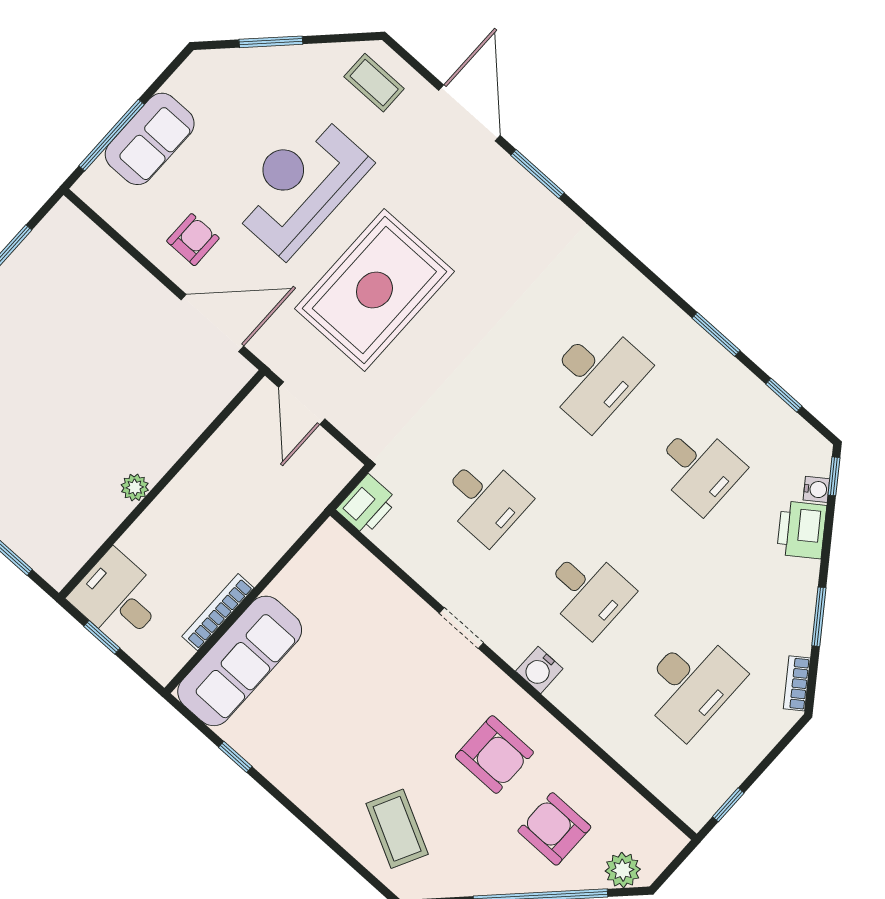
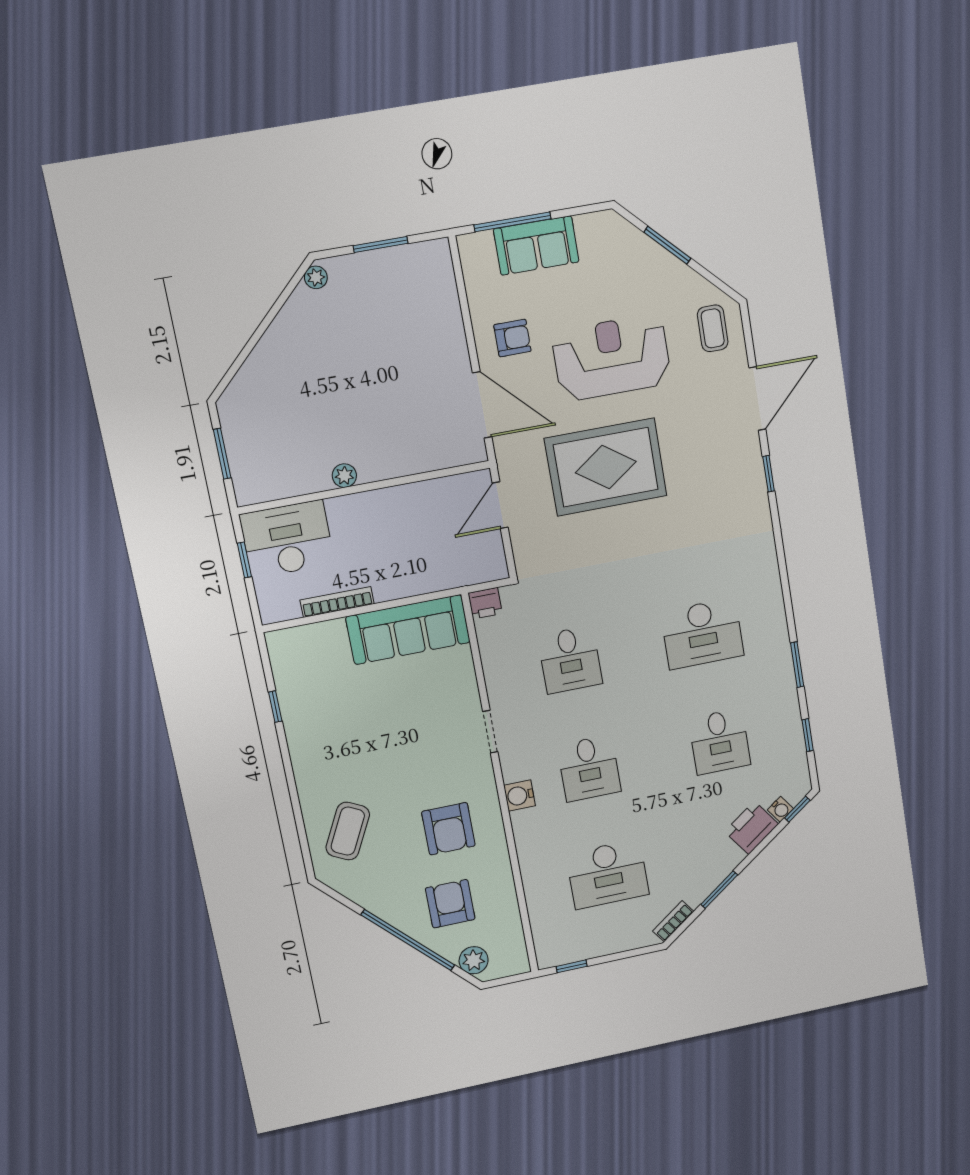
window: (538, 174) -> (769, 474), width x0.67
printer: (367, 505) -> (485, 603), width x0.73, depth x0.81
desk: (118, 598) -> (287, 539), width x1.37
sofa: (240, 661) -> (408, 630), moved

